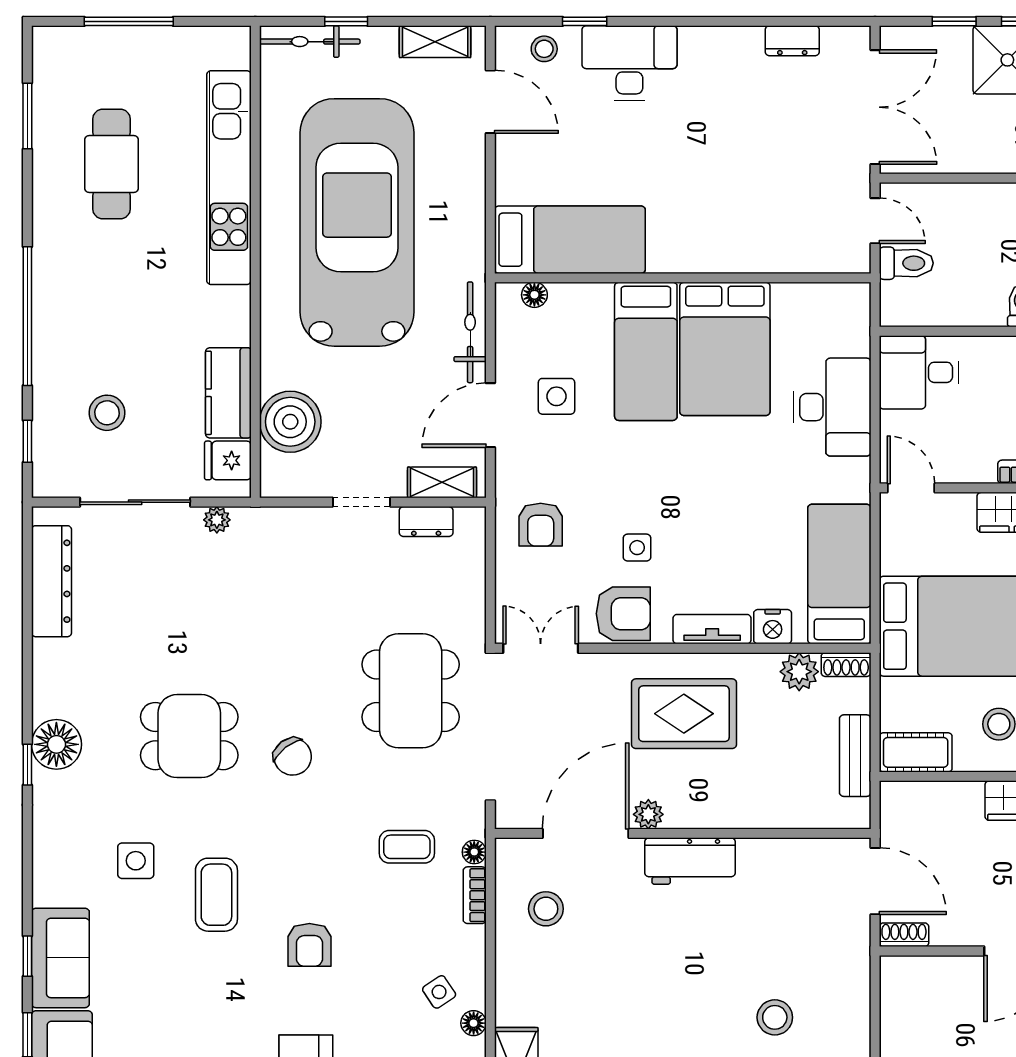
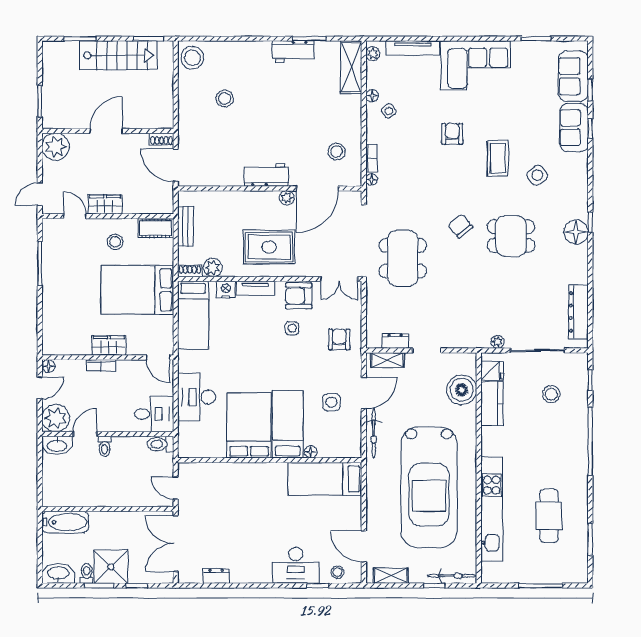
toilet: (906, 263) -> (160, 444), moved
floor lamp: (534, 295) -> (311, 452), moved
coffee table: (407, 847) -> (405, 182), removed
side table: (136, 861) -> (537, 175), turned -38

